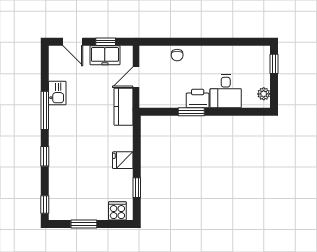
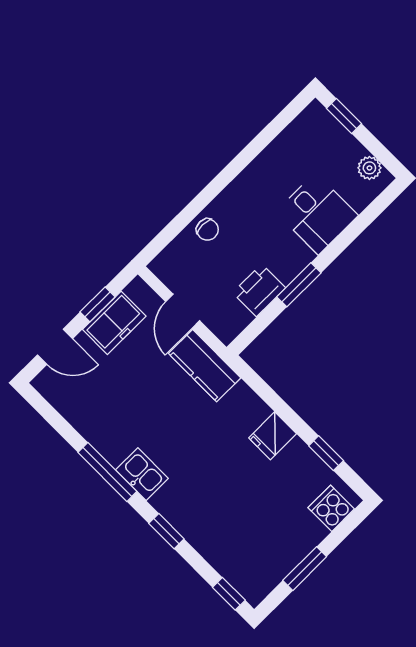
kitchen sink: (57, 93) -> (142, 474), moved
printer: (198, 99) -> (259, 290), moved

